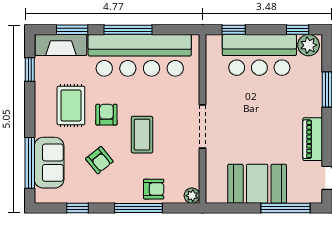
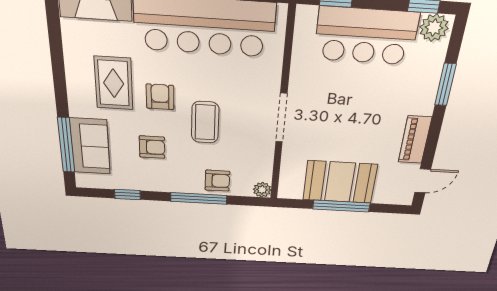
window: (30, 69) -> (55, 35), removed
armchair: (99, 160) -> (152, 147), turned -51
window: (286, 208) -> (341, 206), moved

